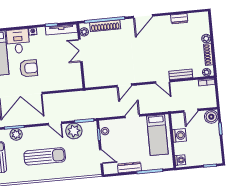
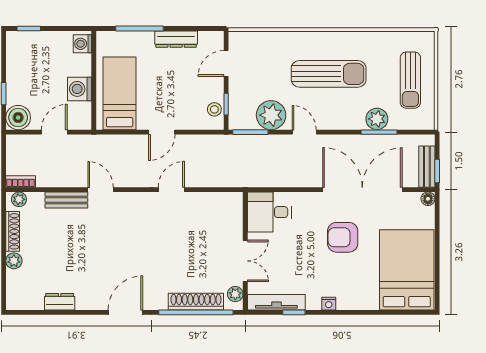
desk: (18, 41) -> (269, 212), moved, turned 90
sun lounger: (45, 156) -> (329, 74), turned 180
door: (101, 157) -> (226, 63), hinge flipped

